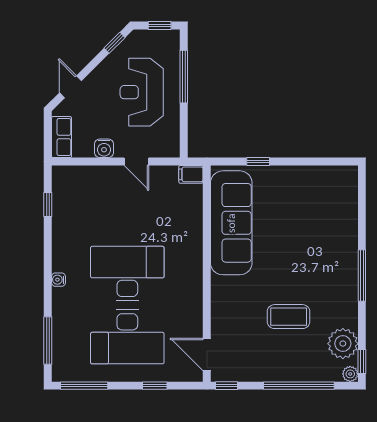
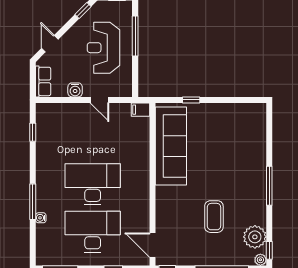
water cooler: (58, 280) -> (41, 218), moved
coffee table: (289, 317) -> (214, 217), turned 90
desk: (127, 337) -> (93, 232), turned 180
window: (48, 340) -> (33, 202), moved

